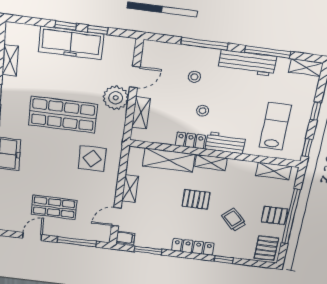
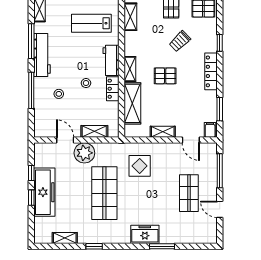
pallet: (196, 199) -> (165, 76), turned 90

